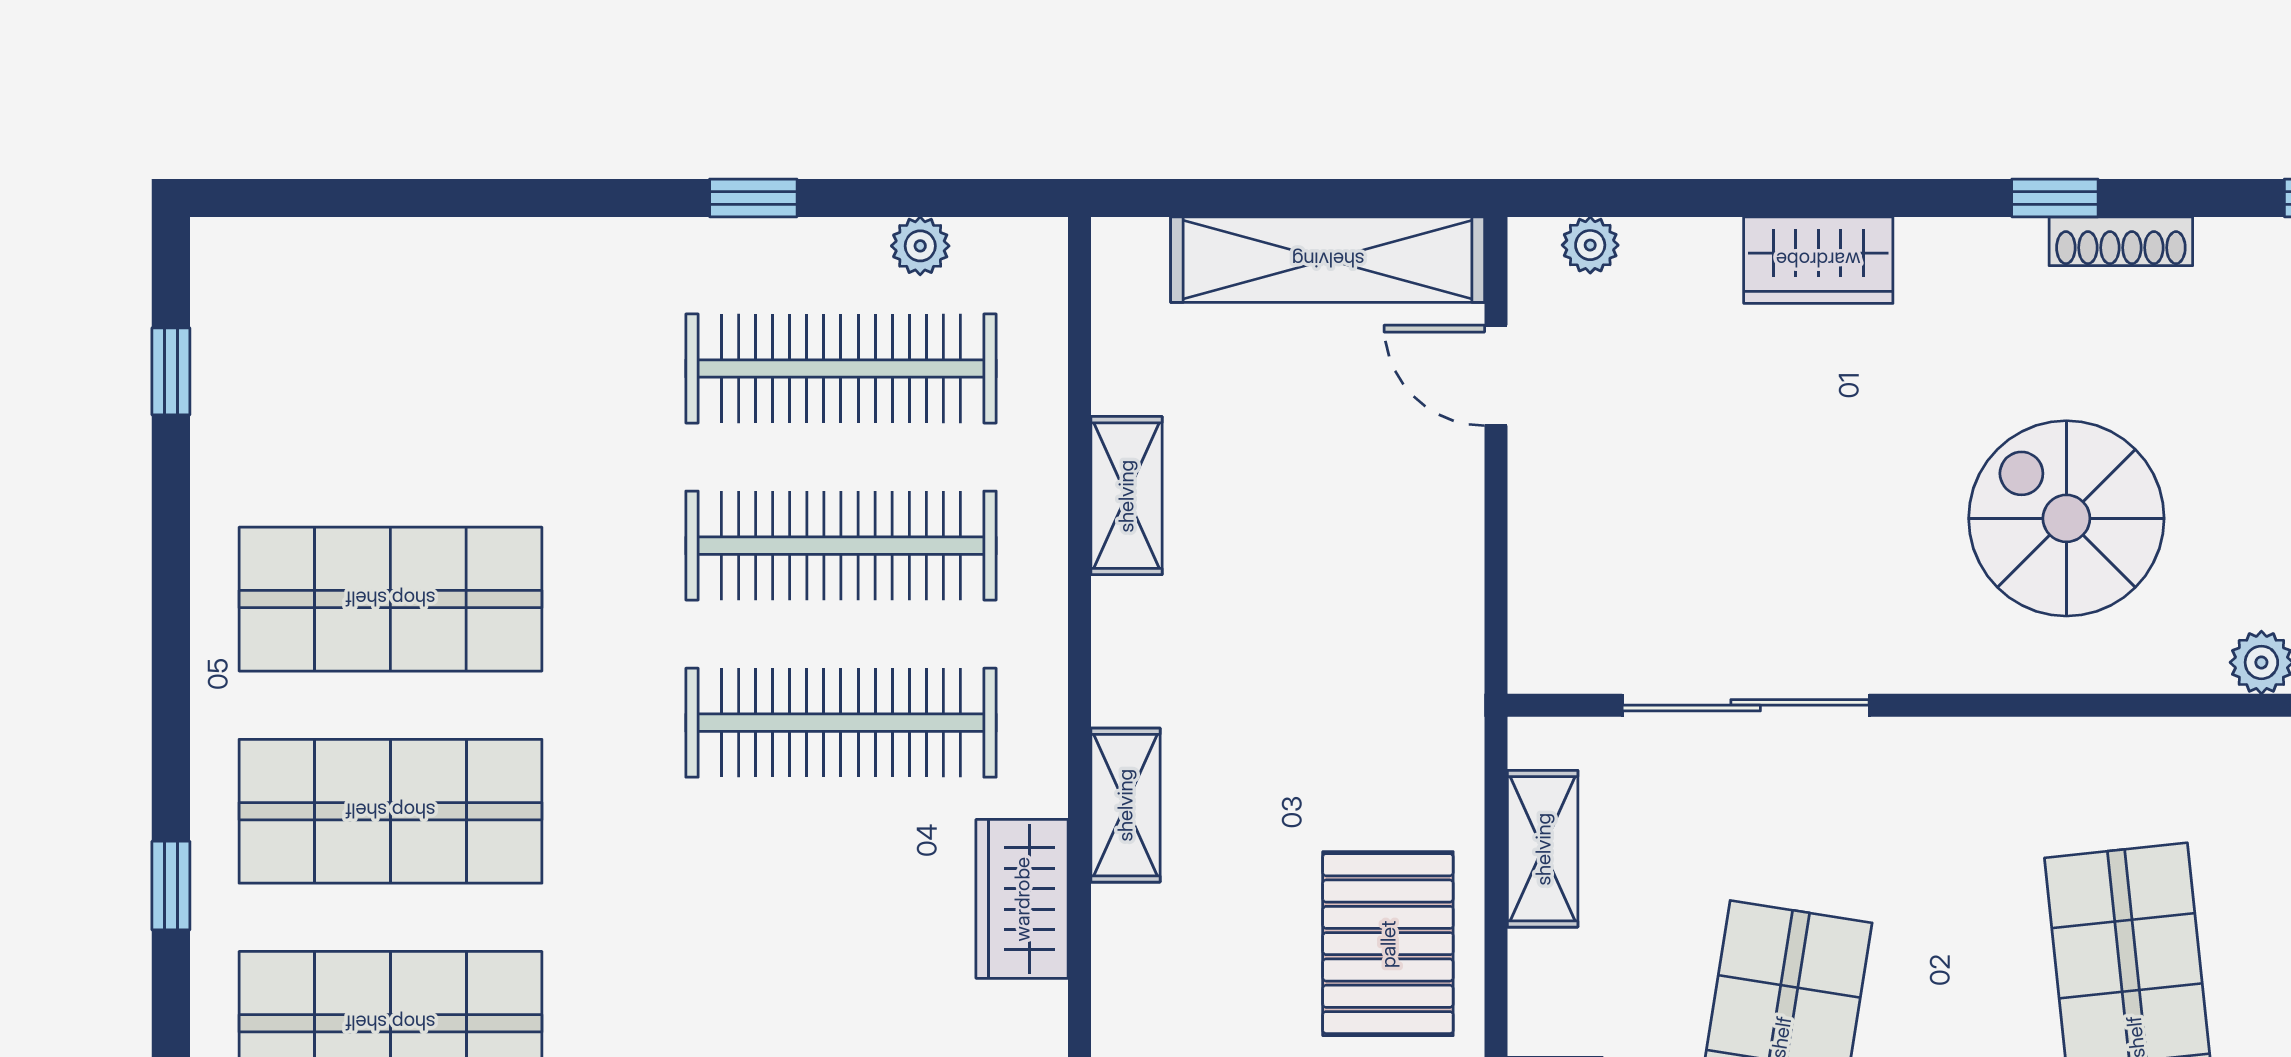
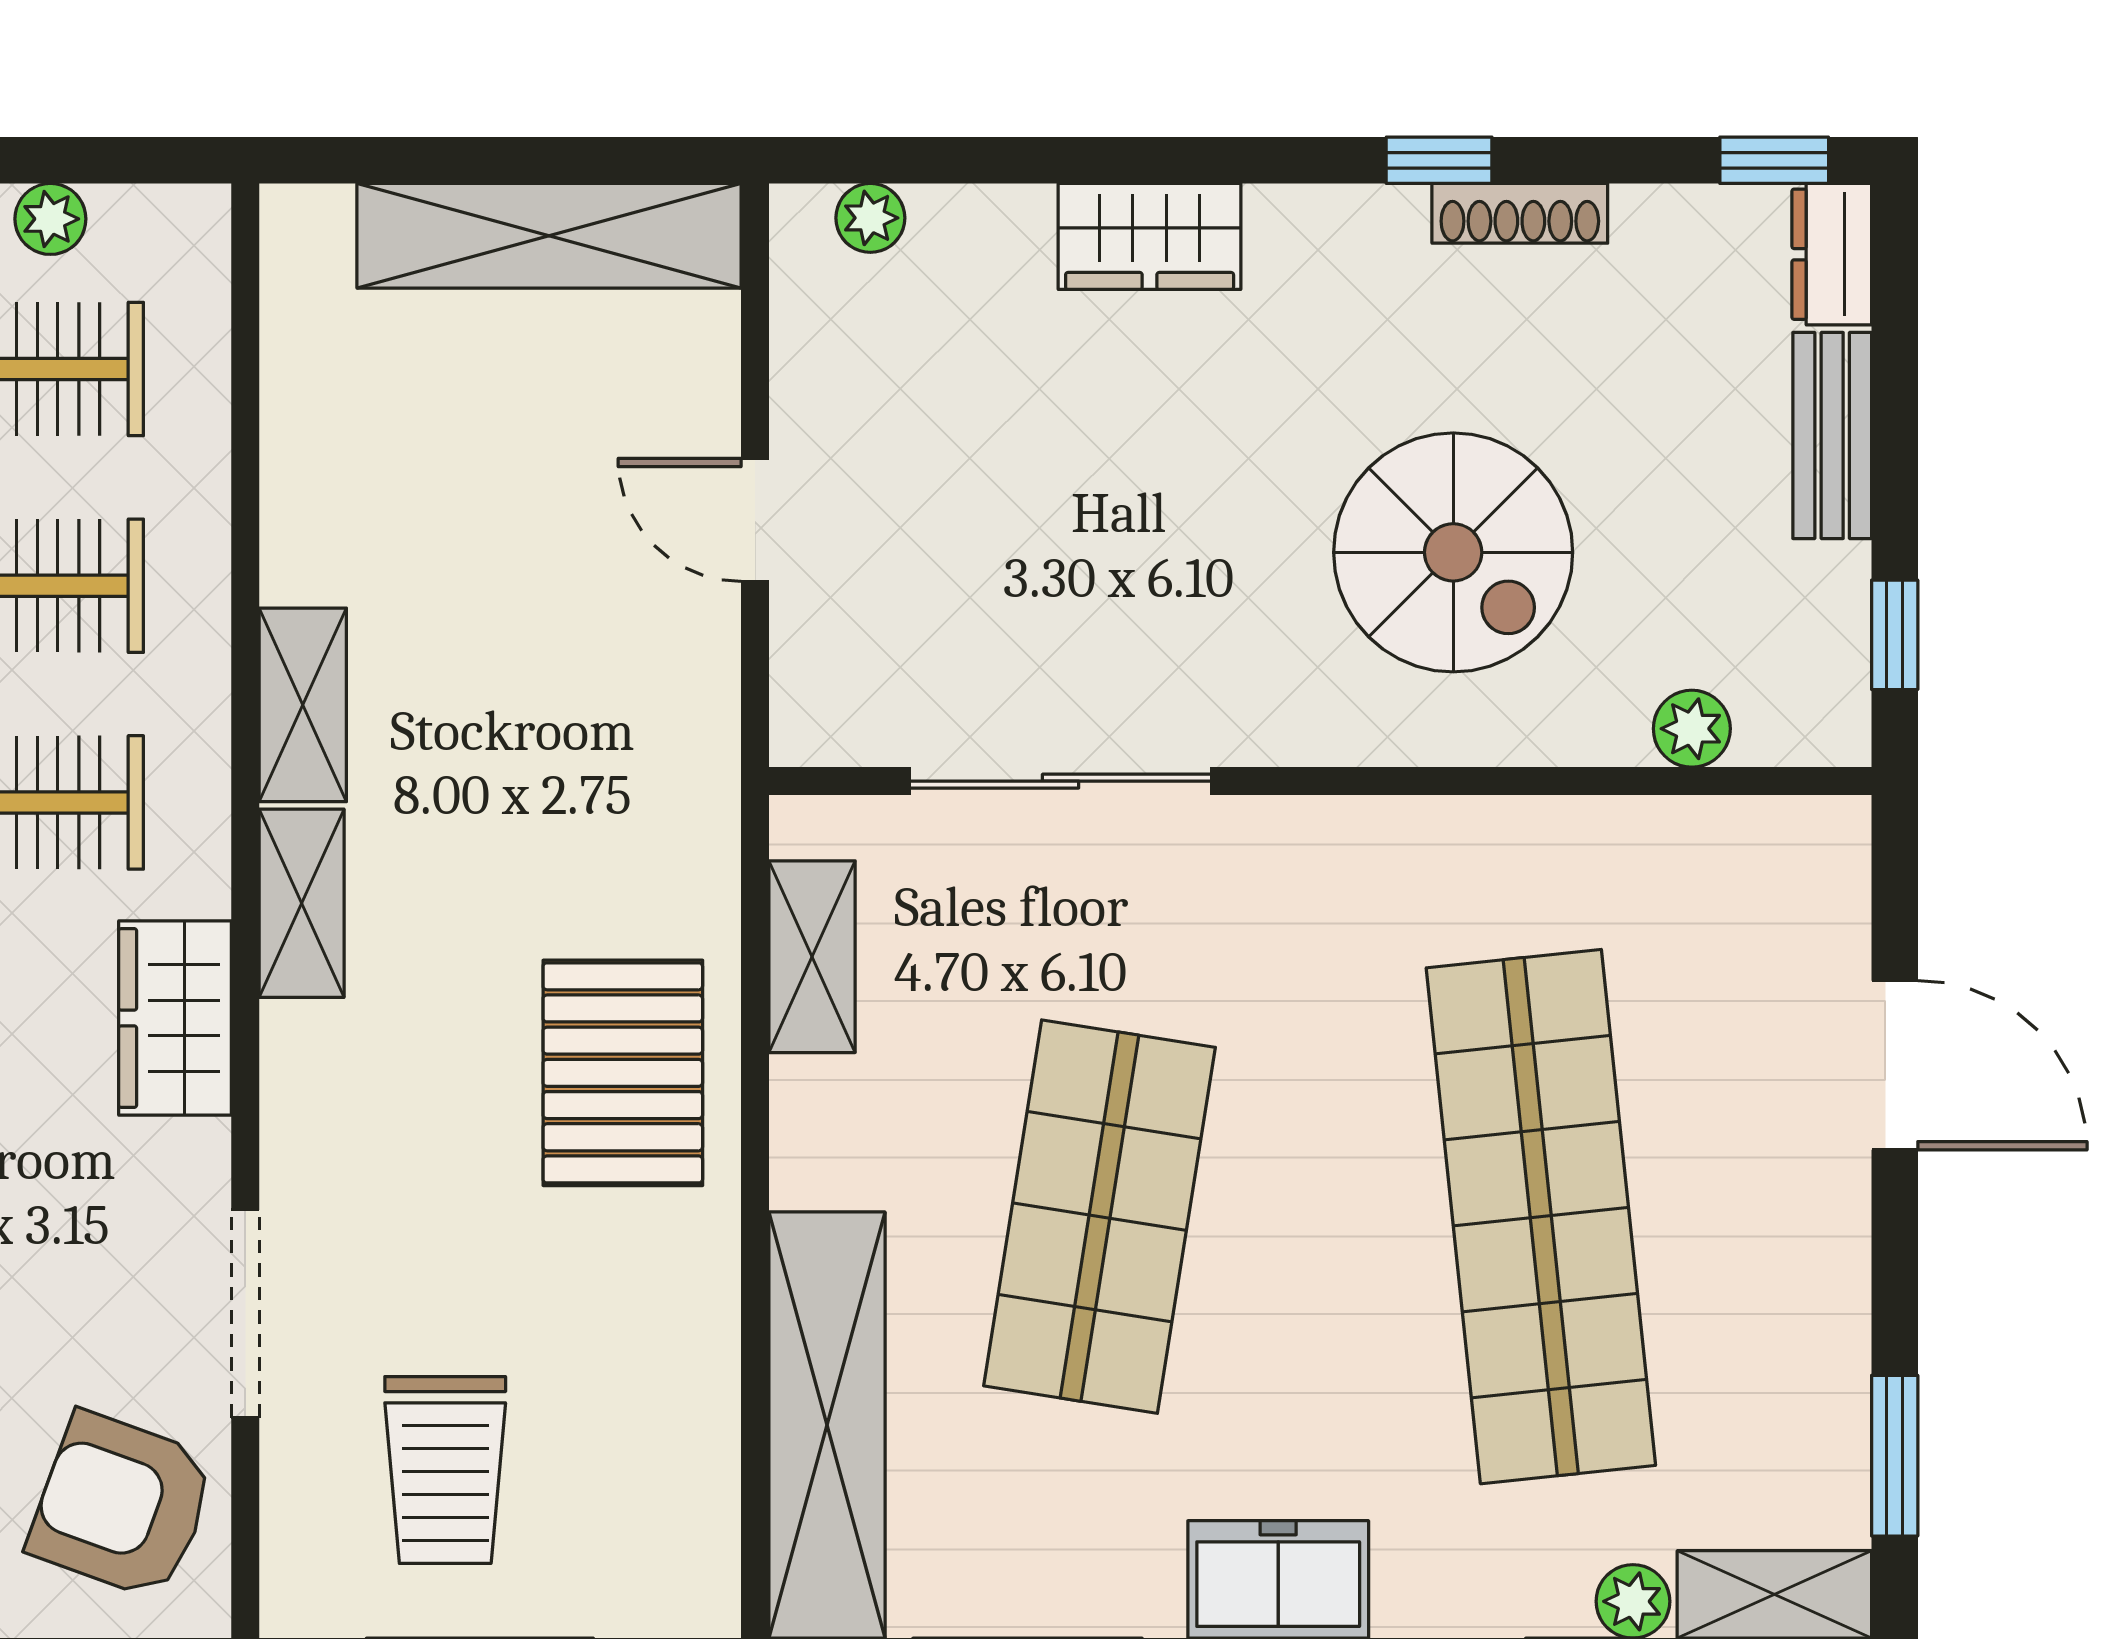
door: (1496, 375) -> (755, 520), moved
shelving: (1126, 496) -> (303, 705), moved
spiral stairs: (2066, 518) -> (1453, 552), turned 180

